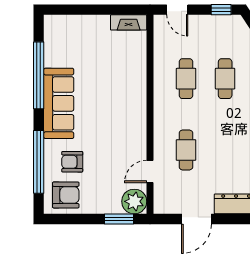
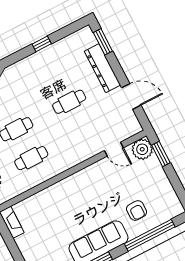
cafe table: (186, 150) -> (69, 102), moved
armchair: (66, 195) -> (164, 203), removed

